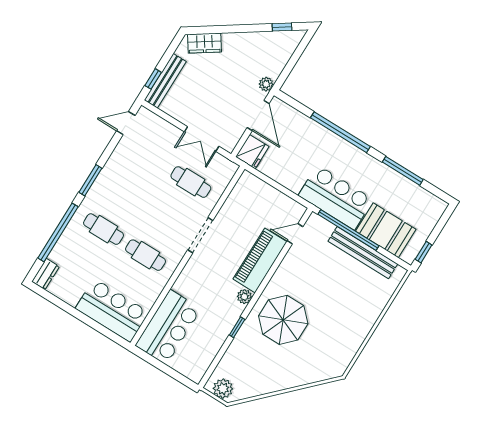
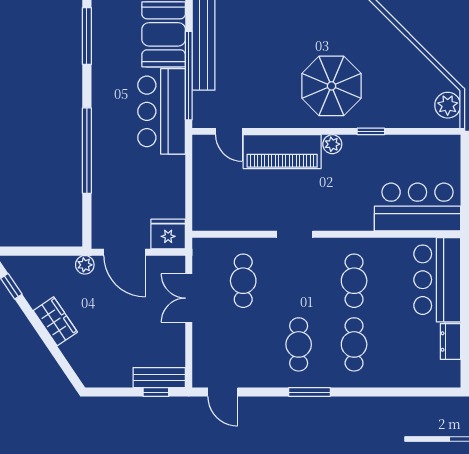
wardrobe: (204, 43) -> (55, 321), moved
bench: (165, 81) -> (159, 378), width x0.73
door: (258, 116) -> (125, 252), swing flipped
double door: (202, 139) -> (189, 298), swing flipped
window: (403, 171) -> (87, 36), moved
cafe table: (126, 193) -> (299, 344), added
window: (58, 232) -> (389, 392), removed
doorway: (200, 235) -> (295, 234), width x0.73
dresser: (46, 274) -> (450, 342), moved, turned -90

